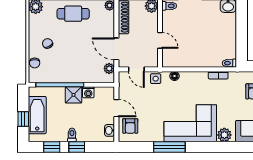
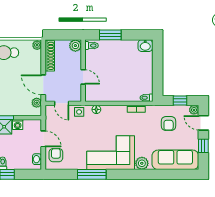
armchair: (130, 126) -> (56, 155), turned 180

